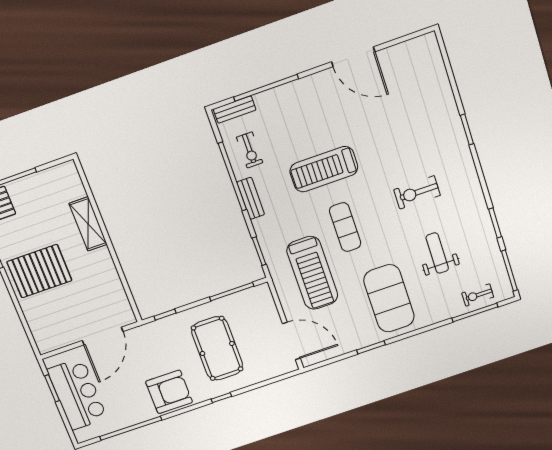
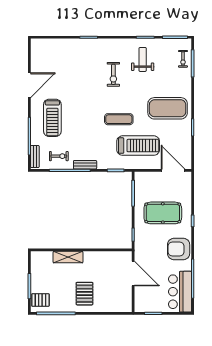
treadmill: (324, 169) -> (52, 118), moved
weight bench: (437, 253) -> (143, 59), moved, turned 90
pallet: (39, 271) -> (84, 294), width x0.73, depth x0.71
door: (291, 341) -> (173, 170), hinge flipped
armchair: (169, 392) -> (179, 249), turned -90
bar counter: (77, 394) -> (180, 292), moved, turned -90

